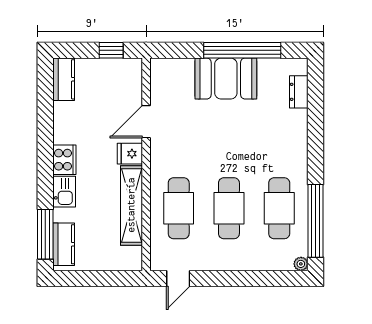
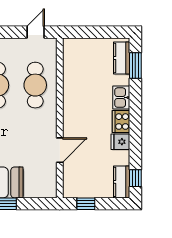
window: (45, 84) -> (135, 178), added
fridge: (130, 154) -> (120, 142), moved, turned 180
shelving: (131, 205) -> (71, 87), removed
window: (45, 234) -> (135, 66), width x0.69

